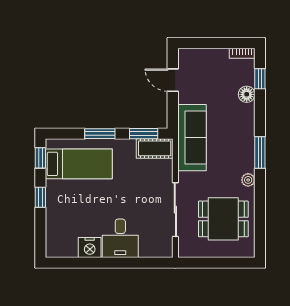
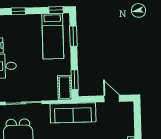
door: (173, 80) -> (112, 99), hinge flipped
window: (100, 134) -> (73, 36), moved
window: (40, 197) -> (18, 11), moved

